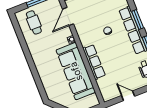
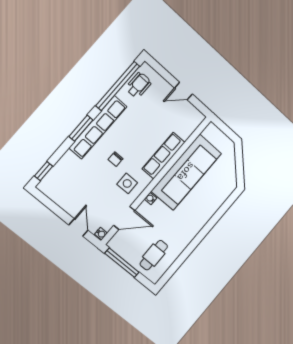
side table: (89, 30) -> (127, 183), added
door: (128, 96) -> (183, 91), hinge flipped

